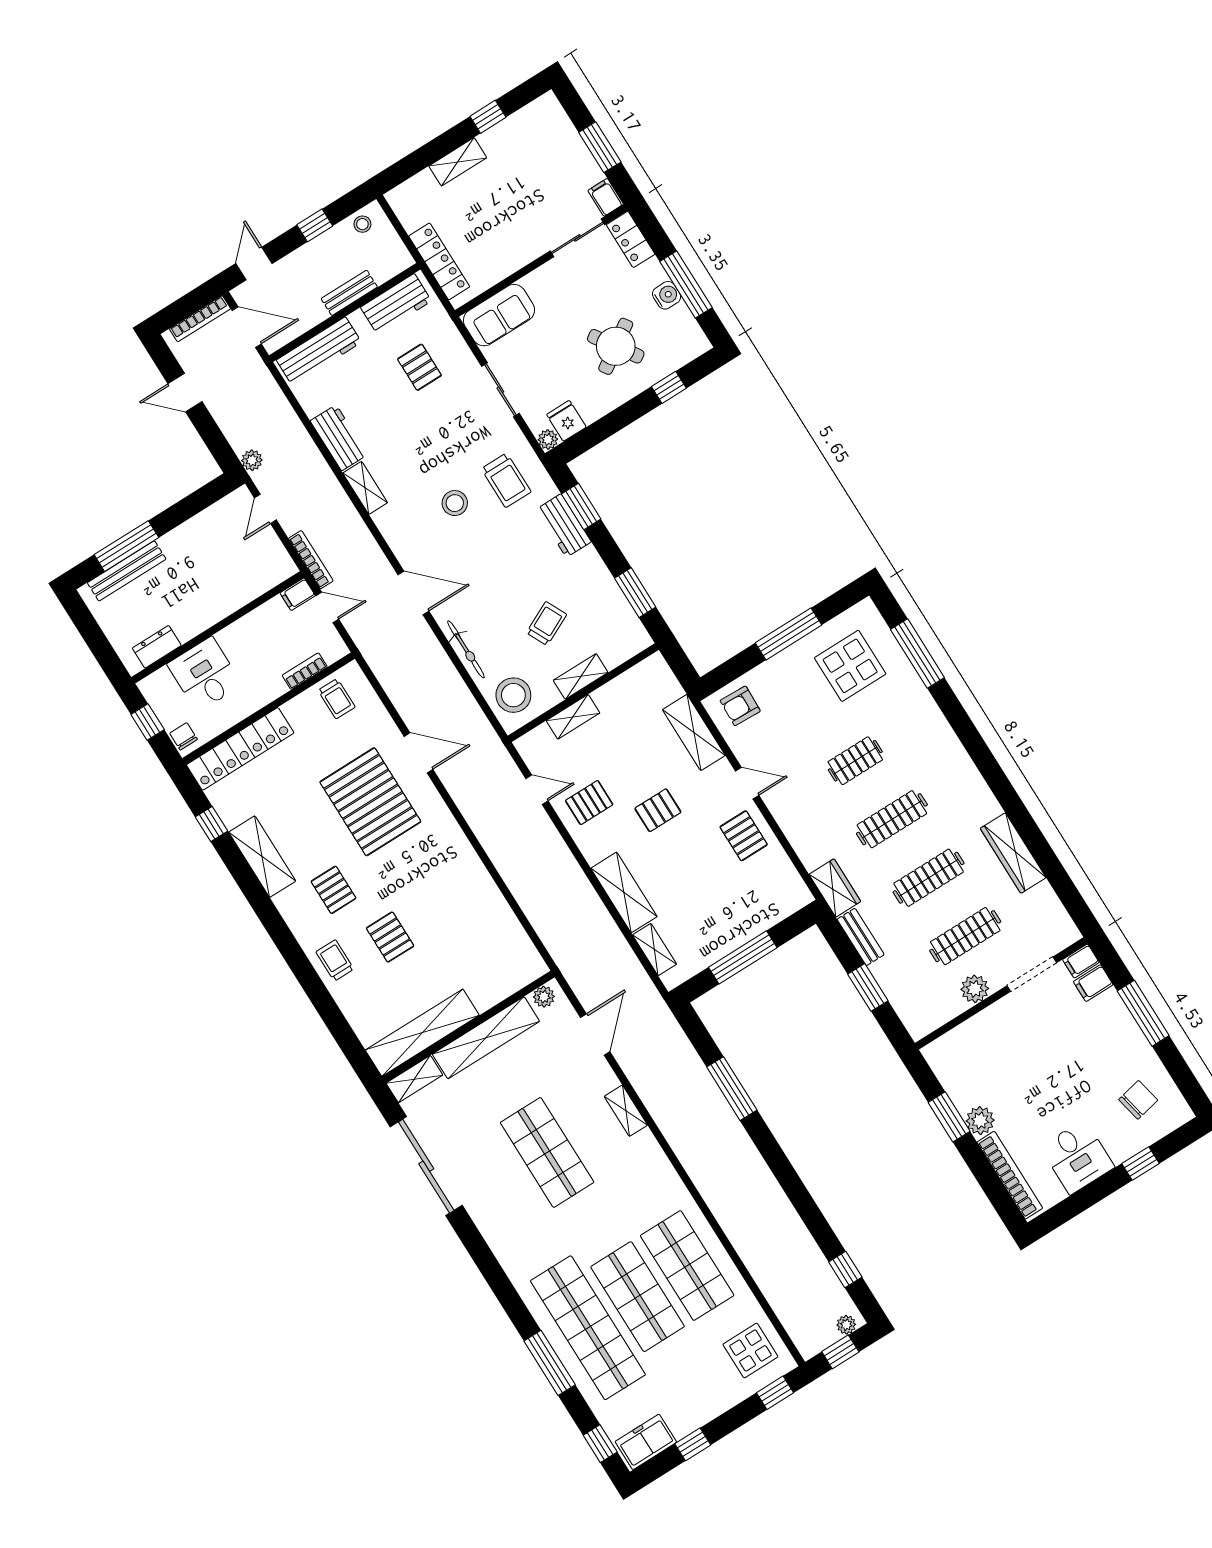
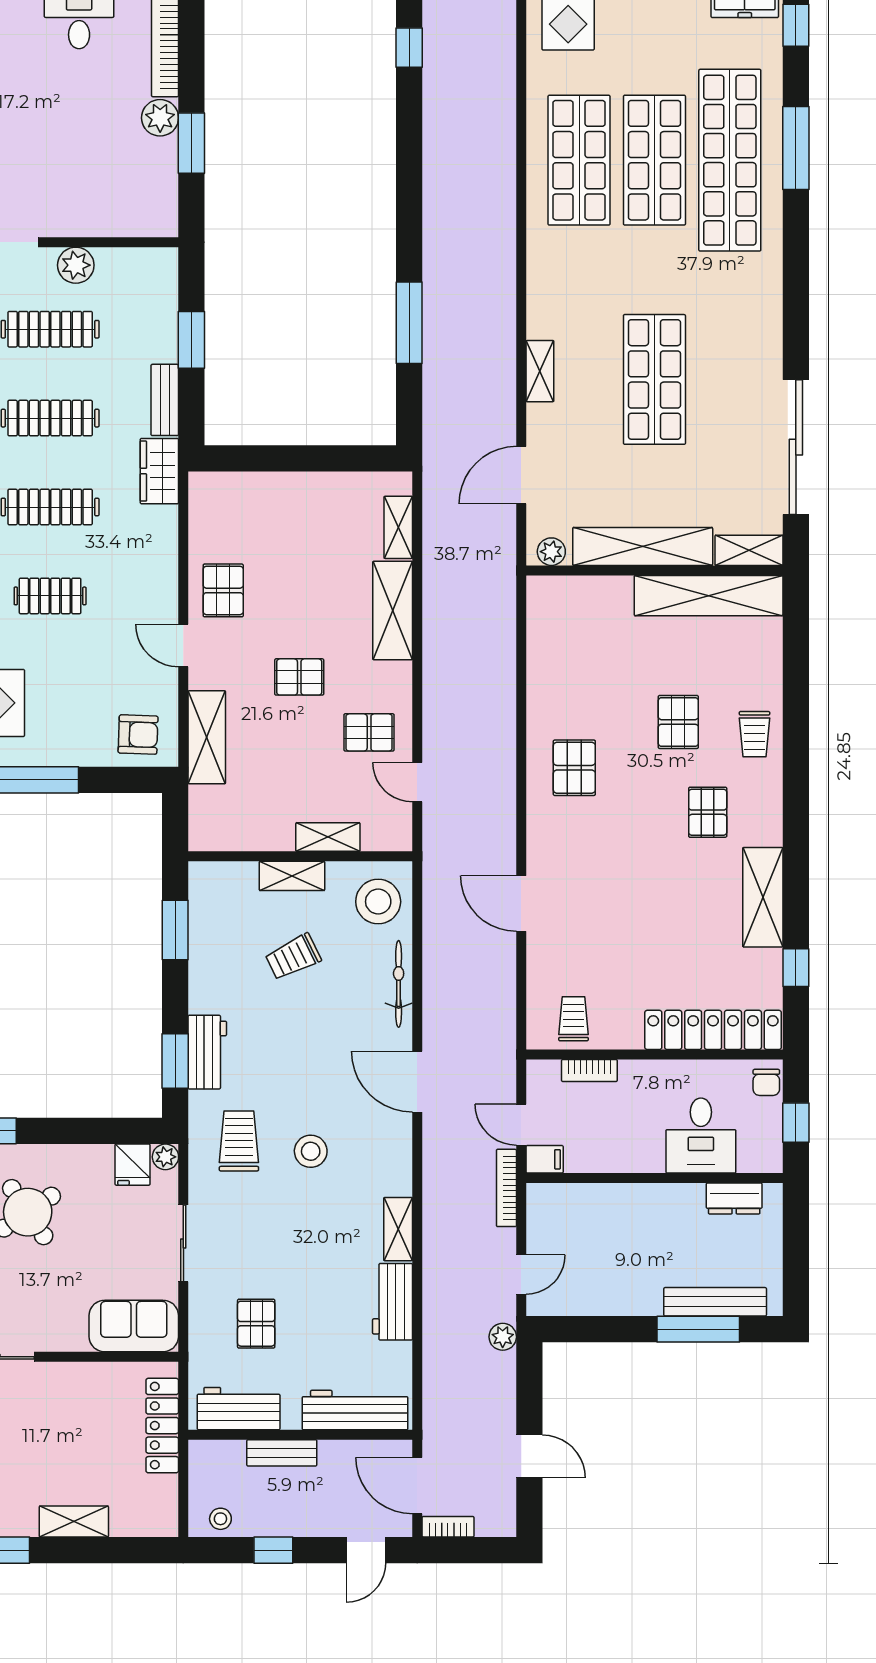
bookcase: (200, 319) -> (448, 1527), width x0.64
pallet: (370, 802) -> (574, 768), moved, width x0.49, depth x0.50
window: (743, 957) -> (307, 458), removed

